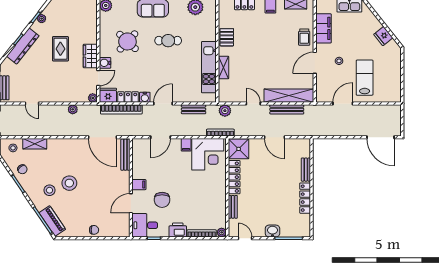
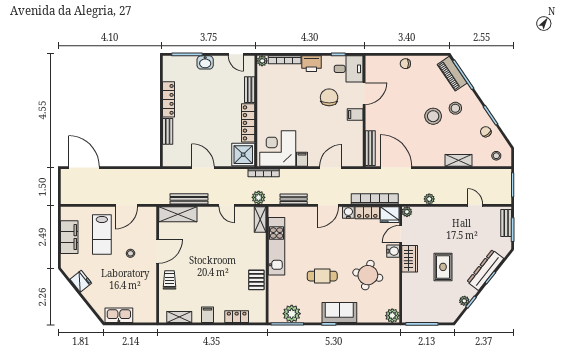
filing cabinet: (324, 28) -> (69, 237), moved, turned 180
round table: (127, 41) -> (368, 275), turned -30
shelving: (224, 68) -> (260, 220), moved
shelving: (289, 96) -> (178, 214), width x0.68
shelving: (35, 144) -> (458, 160), moved

